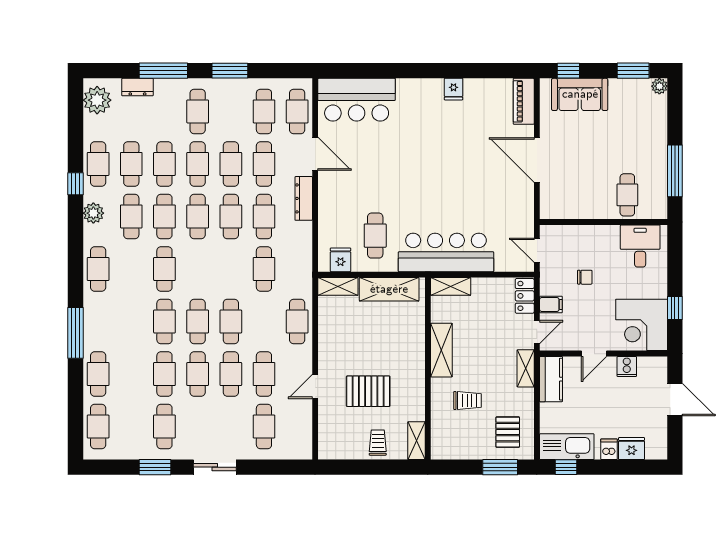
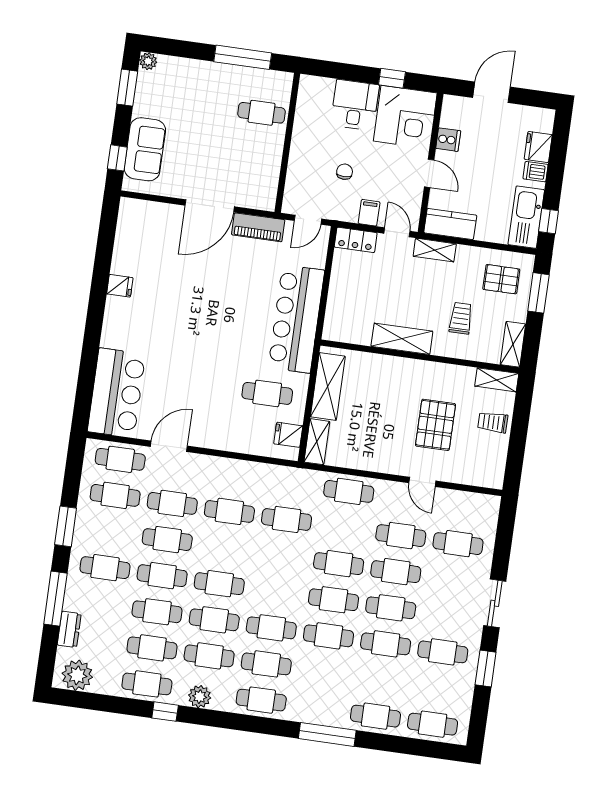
piano: (524, 101) -> (258, 227), moved
dresser: (304, 198) -> (216, 466), removed
cafe table: (231, 216) -> (266, 664), moved
desk: (640, 246) -> (355, 105), moved, turned 90
shelving: (451, 286) -> (513, 344), moved

